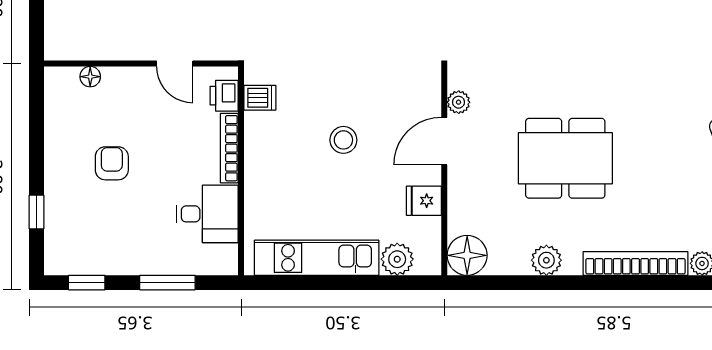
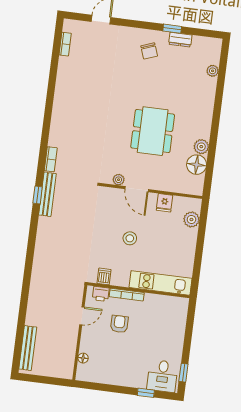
armchair: (112, 163) -> (119, 324), moved, turned 90
desk: (207, 214) -> (162, 376), moved, turned 180
floor lamp: (467, 255) -> (197, 165), moved
kitchen unit: (317, 258) -> (160, 283), moved, turned 90
bookcase: (635, 263) -> (208, 103), removed
window: (167, 283) -> (188, 333), removed

